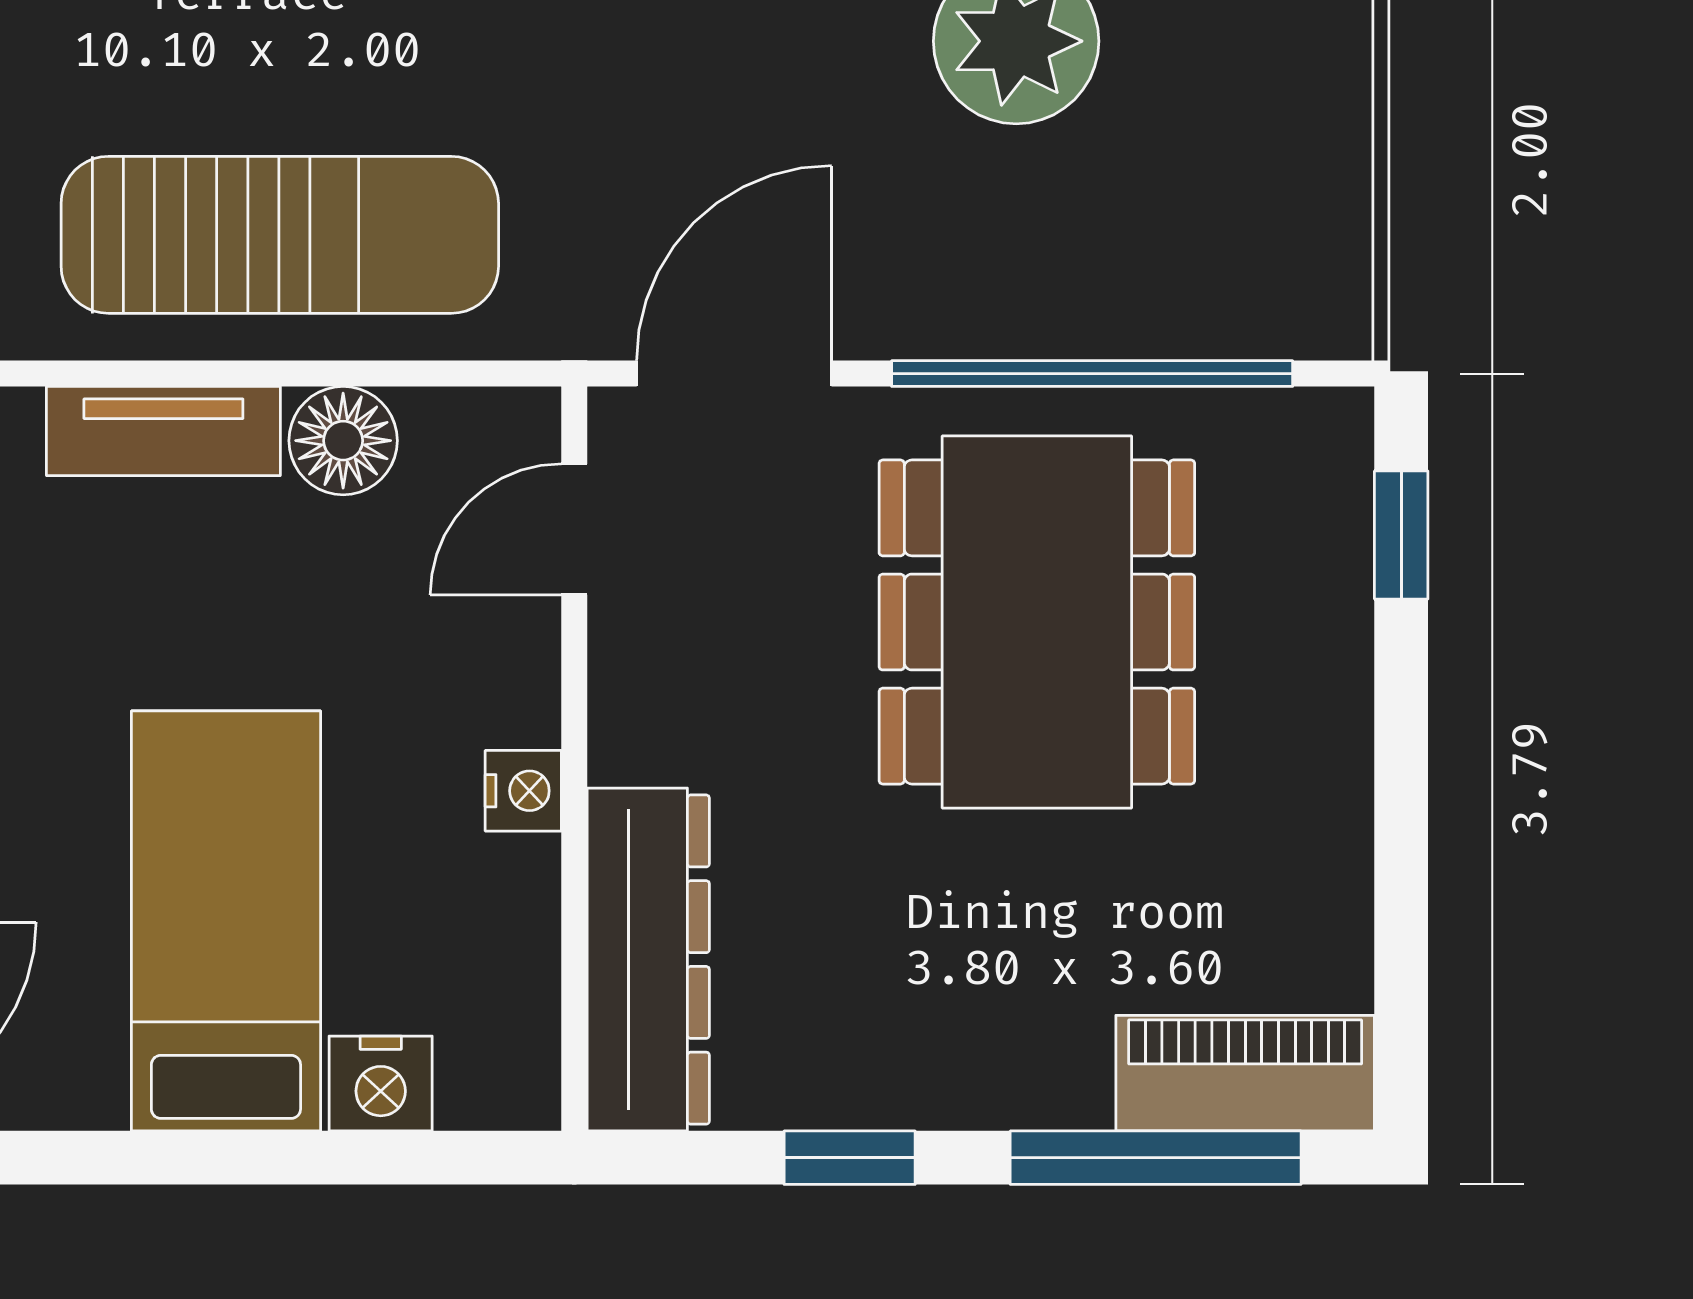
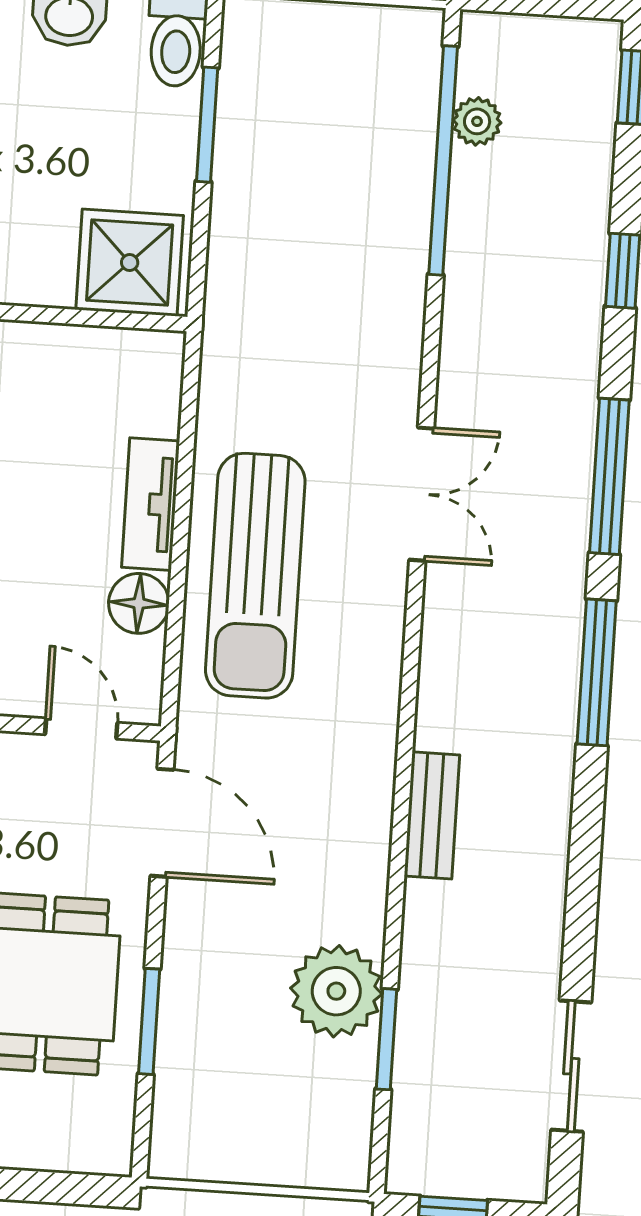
window: (1092, 374) -> (149, 1021), width x0.47
window: (1401, 535) -> (48, 1187), removed

